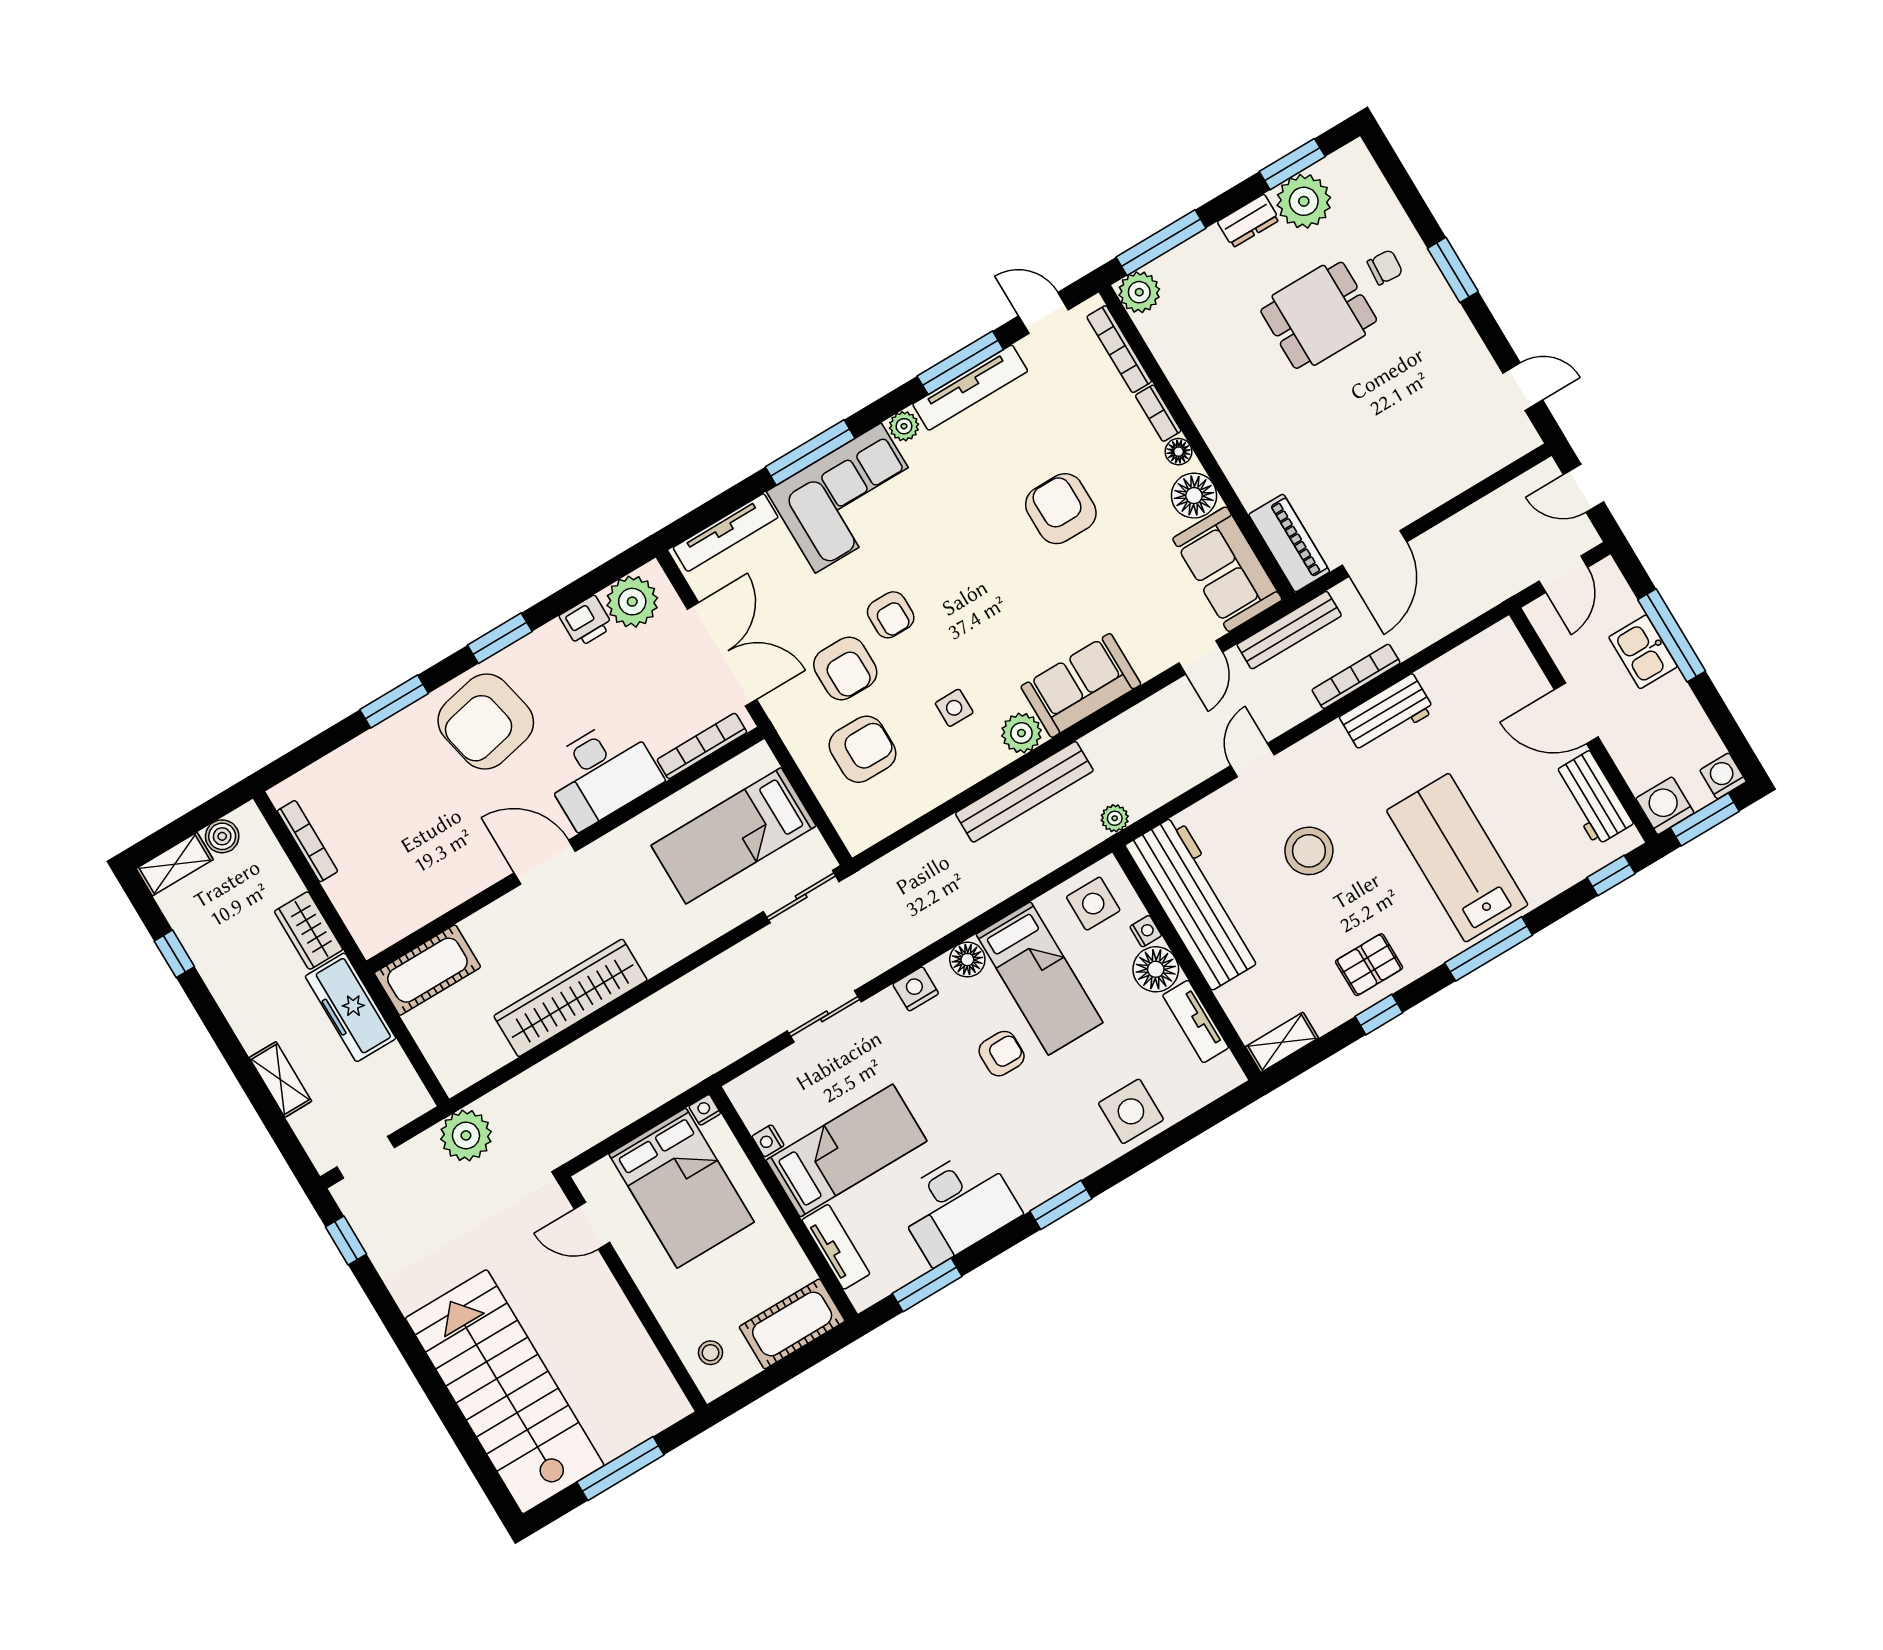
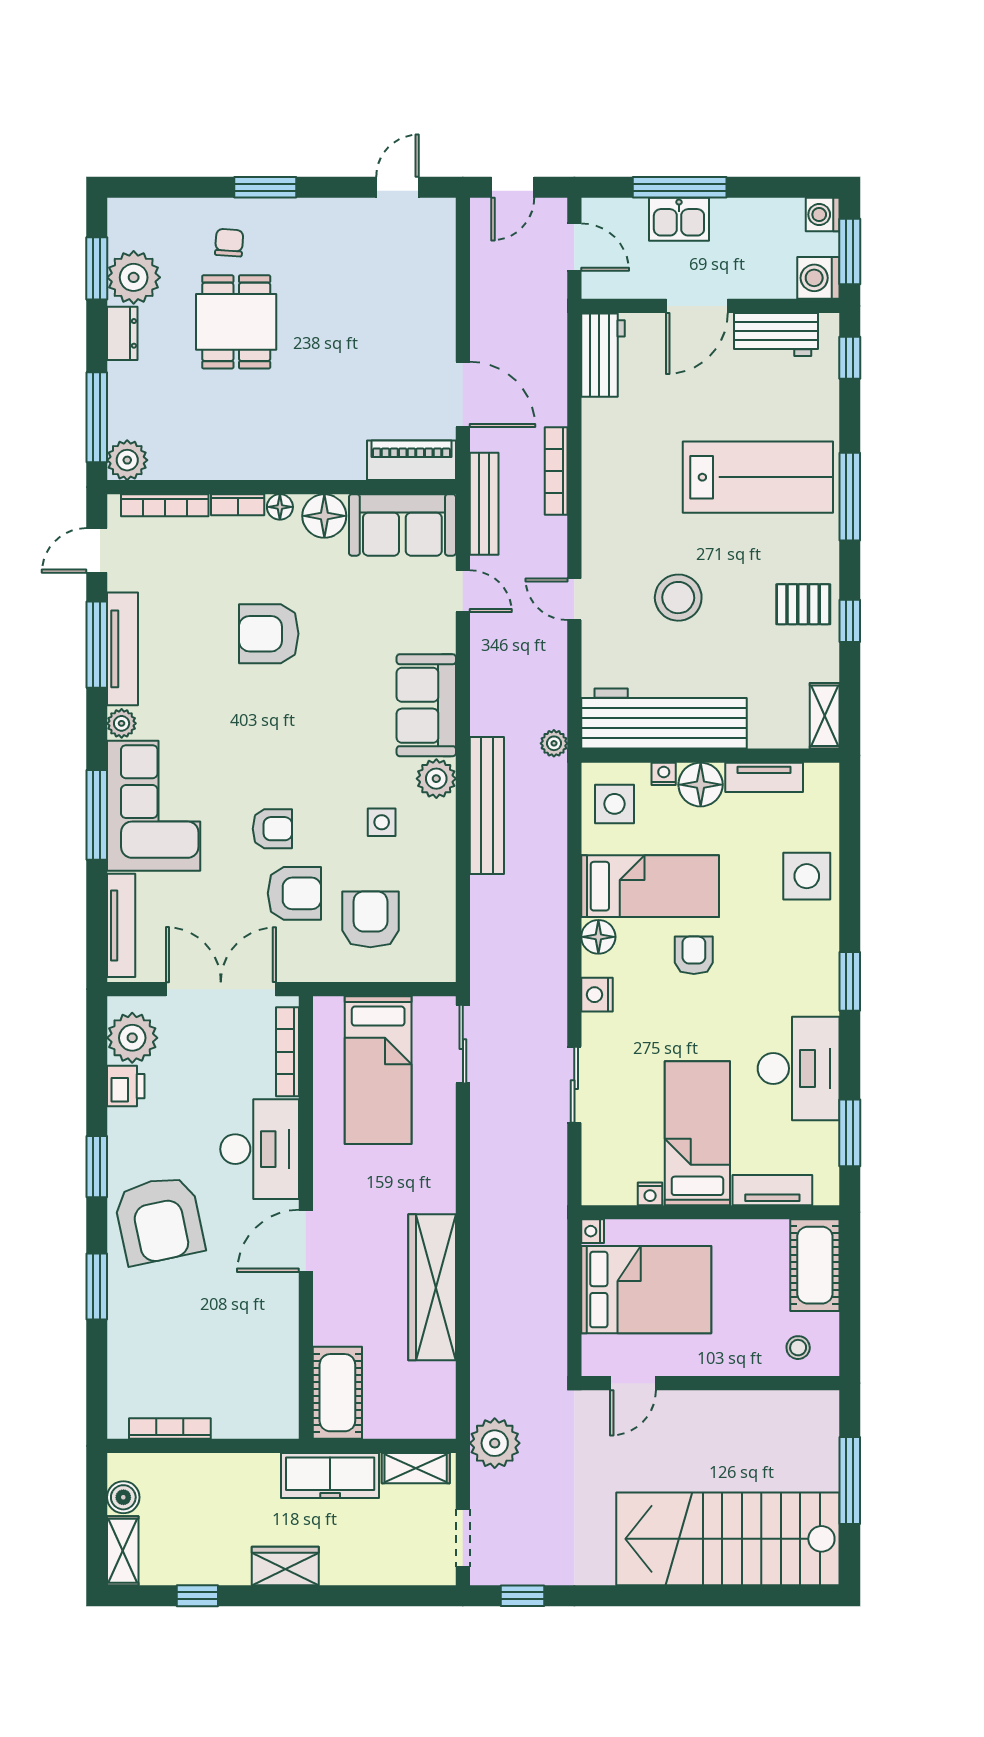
workbench: (1387, 714) -> (603, 355), moved
lab bench: (1457, 858) -> (758, 477), turned 180
wardrobe: (309, 931) -> (285, 1566), moved, turned 180
pallet: (1369, 965) -> (803, 604), turned 90
shelving: (280, 1079) -> (416, 1468), moved

